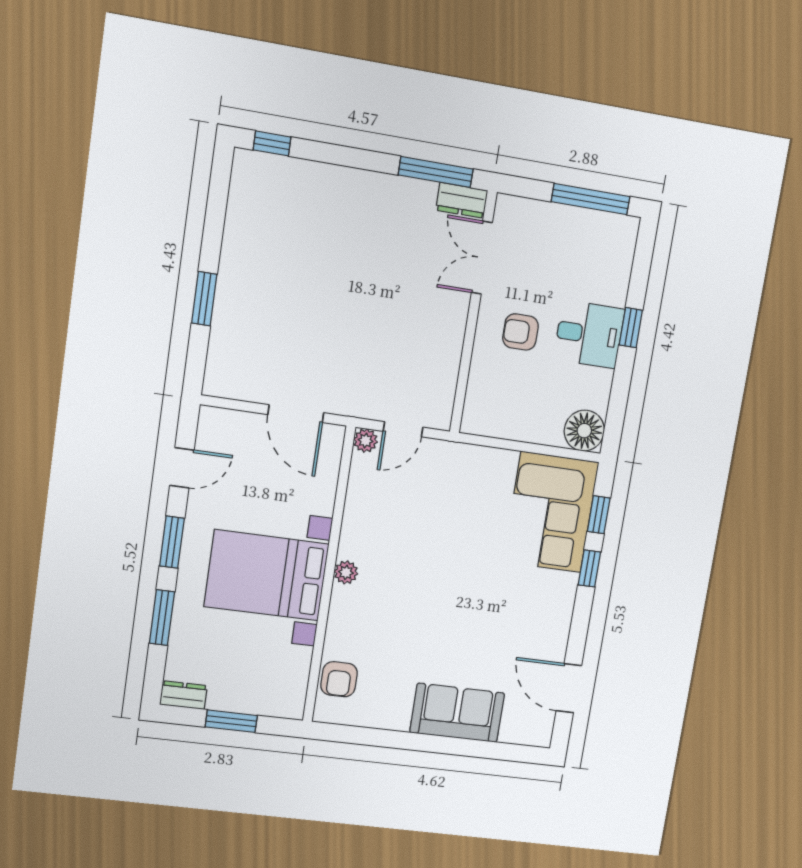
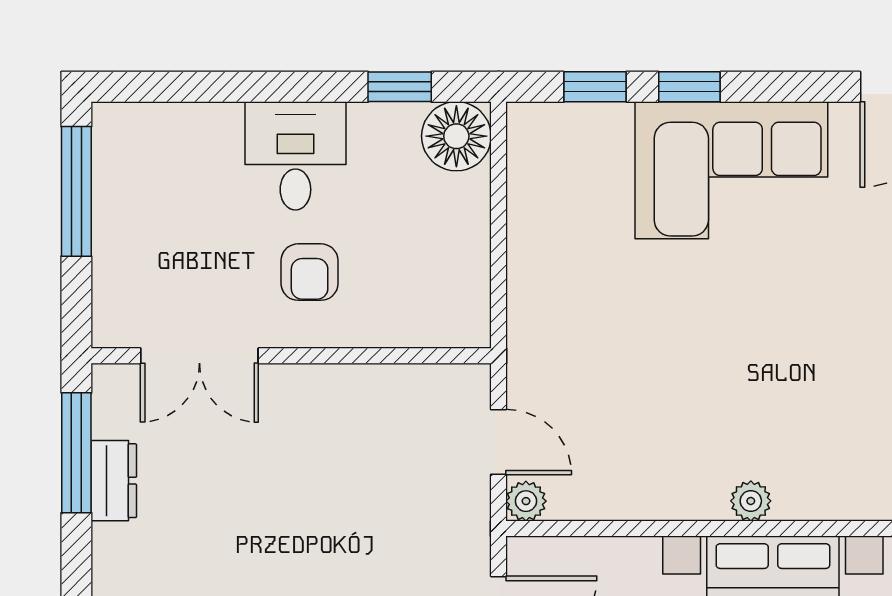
dresser: (462, 200) -> (114, 481), moved
window: (631, 328) -> (400, 87), moved
corner sofa: (551, 512) -> (731, 170), moved

